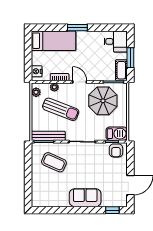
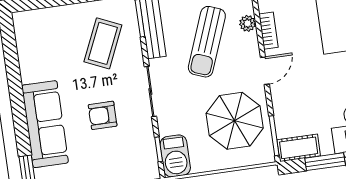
armchair: (116, 150) -> (103, 115), moved
sofa: (85, 198) -> (45, 124), width x1.36

